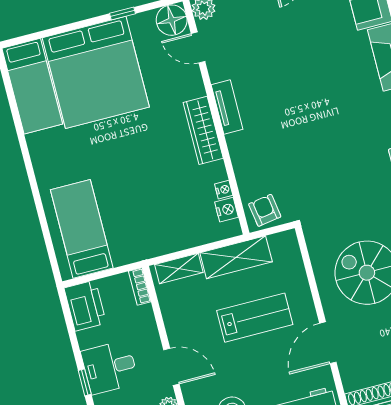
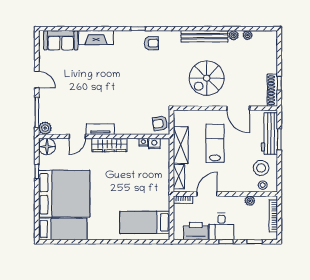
door: (198, 47) -> (77, 136), moved
printer: (85, 306) -> (196, 231), moved
door: (171, 367) -> (207, 194), moved

